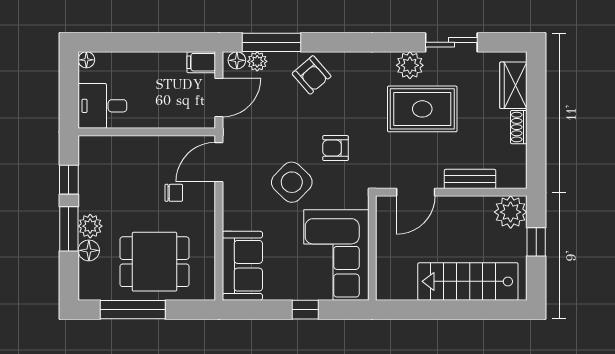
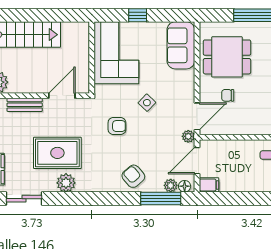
sliding door: (451, 42) -> (24, 199), moved
plant: (231, 133) -> (188, 136), added
side table: (292, 182) -> (147, 103), width x0.54, depth x0.54
dining table: (154, 262) -> (227, 57), moved

